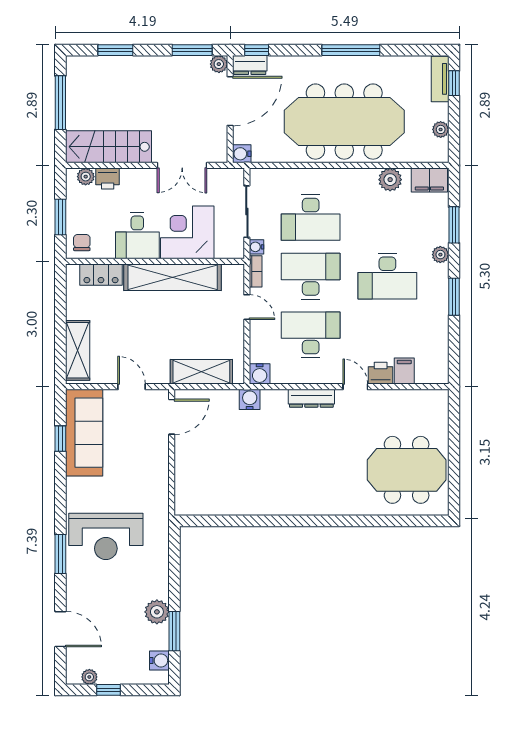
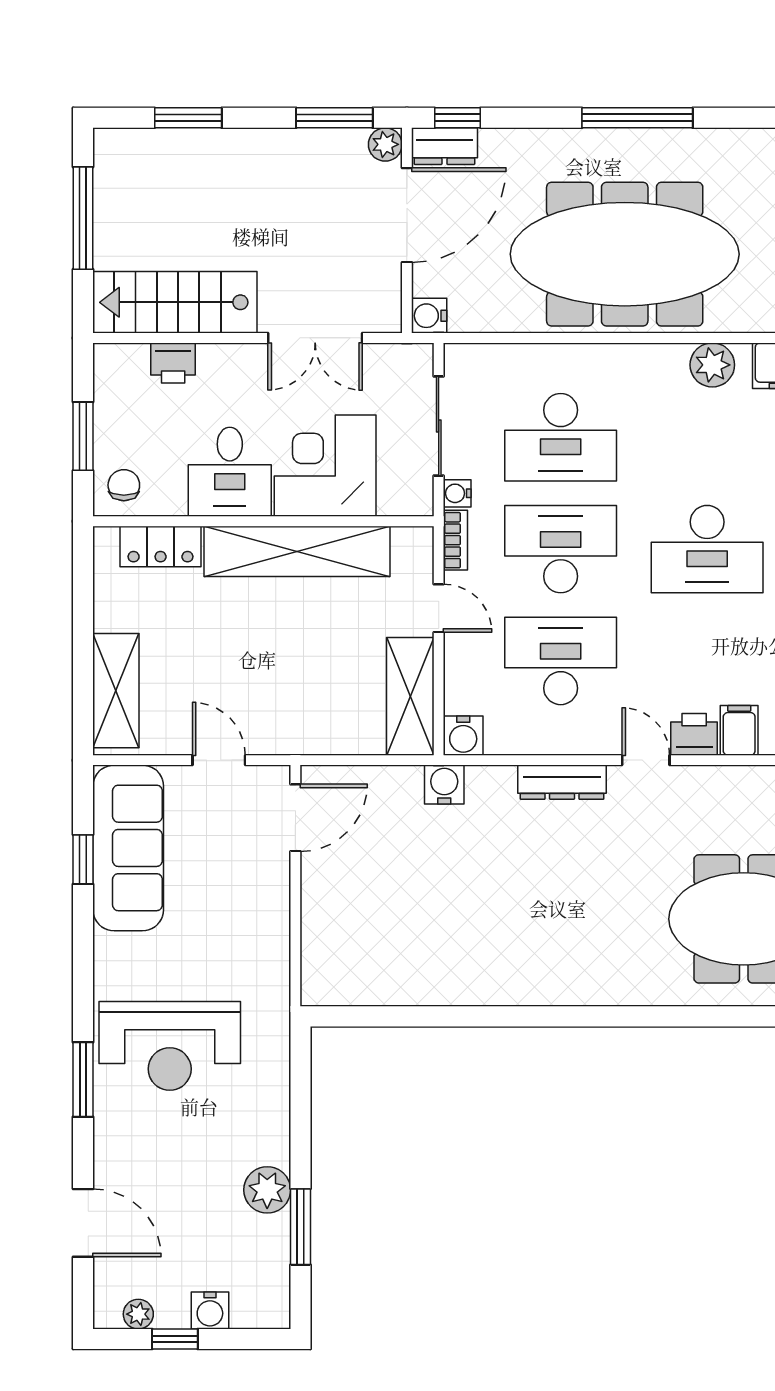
plant: (86, 177) -> (131, 359), removed
shelving: (201, 372) -> (410, 696), moved, turned 90
water cooler: (159, 660) -> (210, 1310), moved, turned 90

